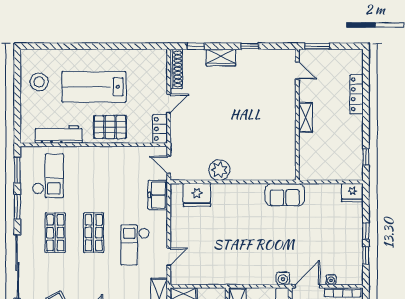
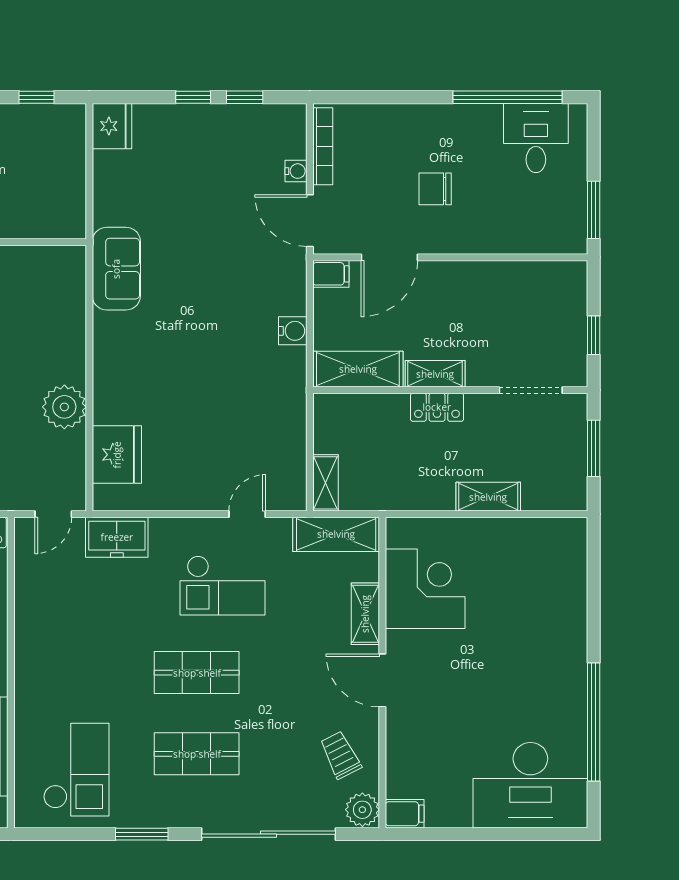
window: (17, 170) -> (65, 834), removed
checkout: (48, 176) -> (76, 770), turned 90
door: (169, 257) -> (247, 514), hinge flipped
water cooler: (283, 278) -> (293, 331), moved

